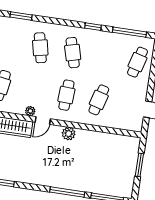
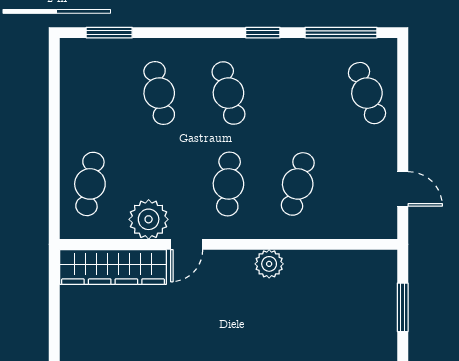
cafe table: (137, 62) -> (367, 93), turned -36
plant: (30, 111) -> (149, 219), width x1.88, depth x1.88
plant: (69, 134) -> (269, 264), moved

